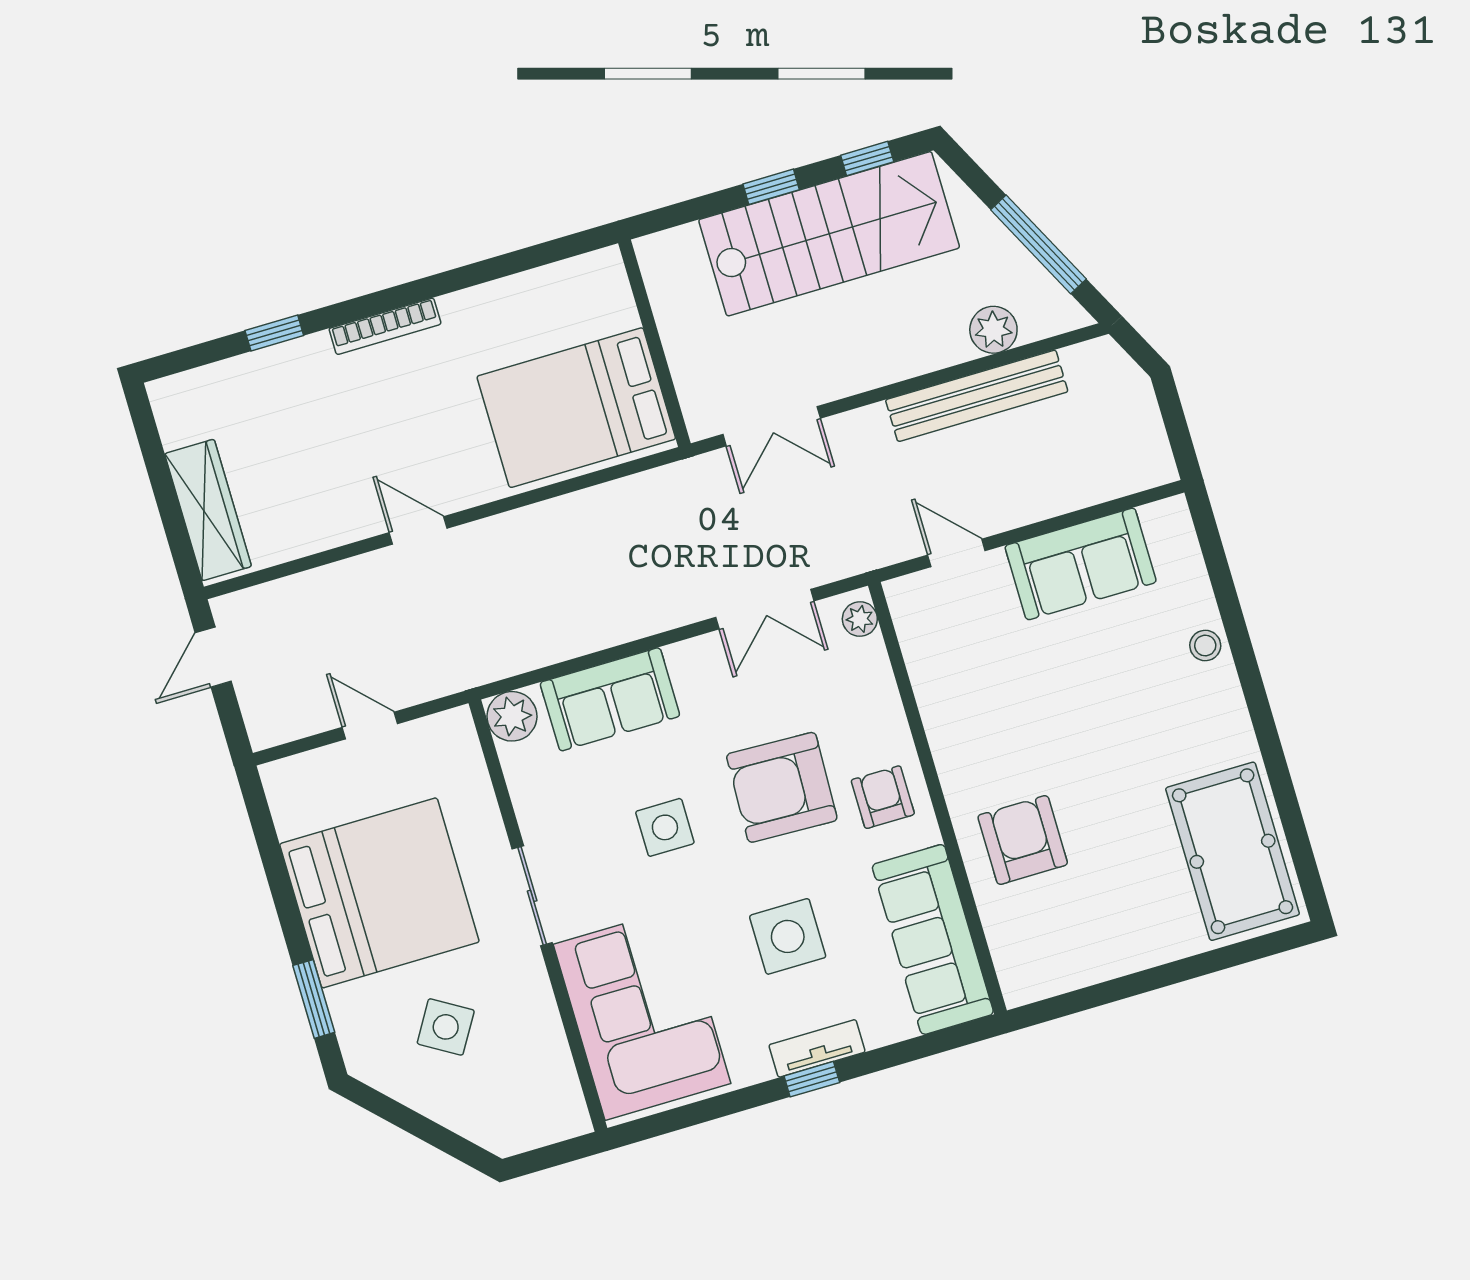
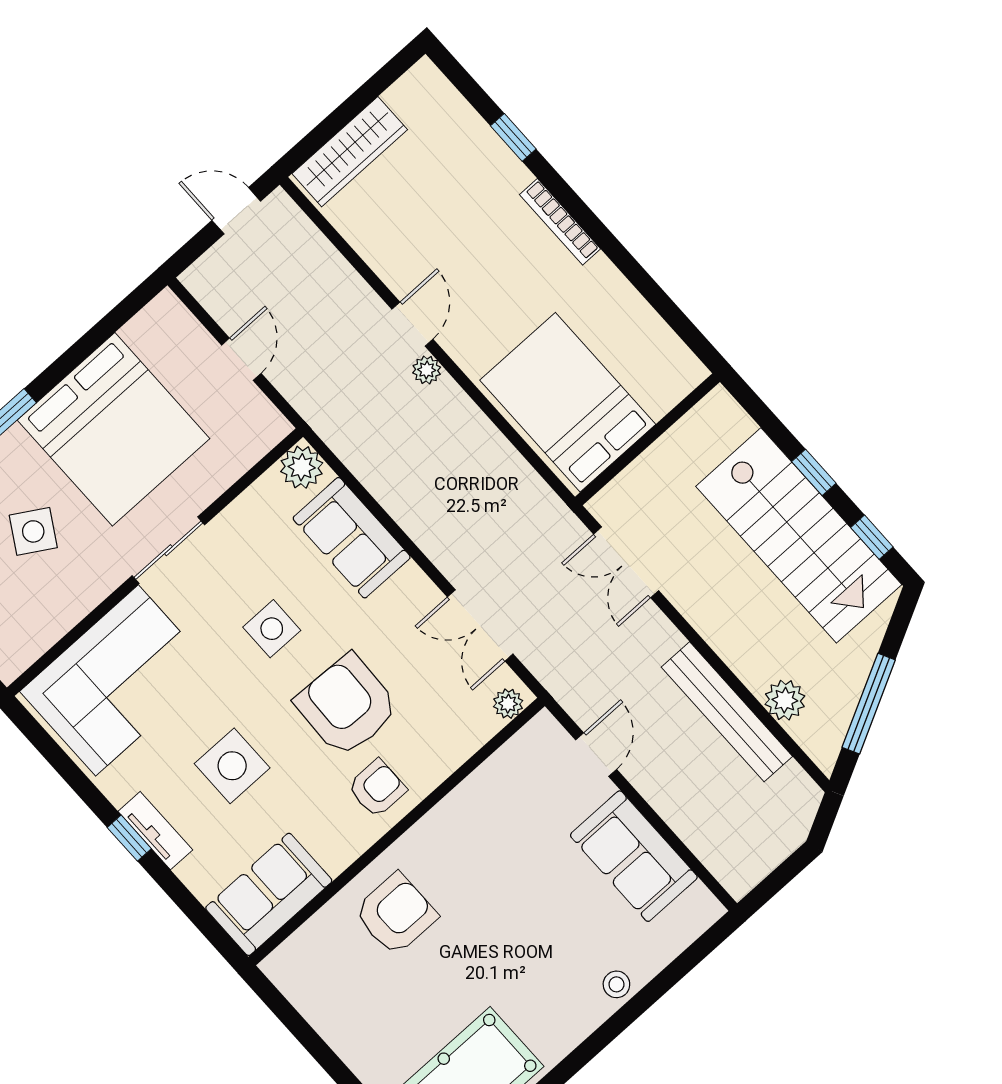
plant: (473, 538) -> (427, 370), added
sofa: (933, 939) -> (269, 894), width x0.73

